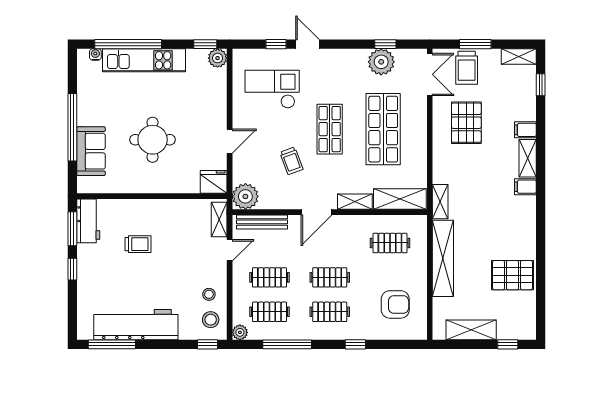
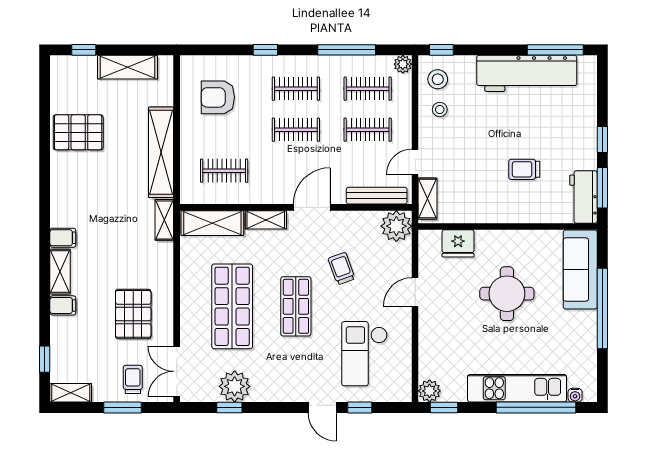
trolley: (467, 68) -> (133, 379), width x0.73, depth x0.72
checkout: (272, 89) -> (364, 354), turned 90
sofa: (91, 151) -> (580, 270), width x1.36
fridge: (214, 182) -> (458, 243), moved

